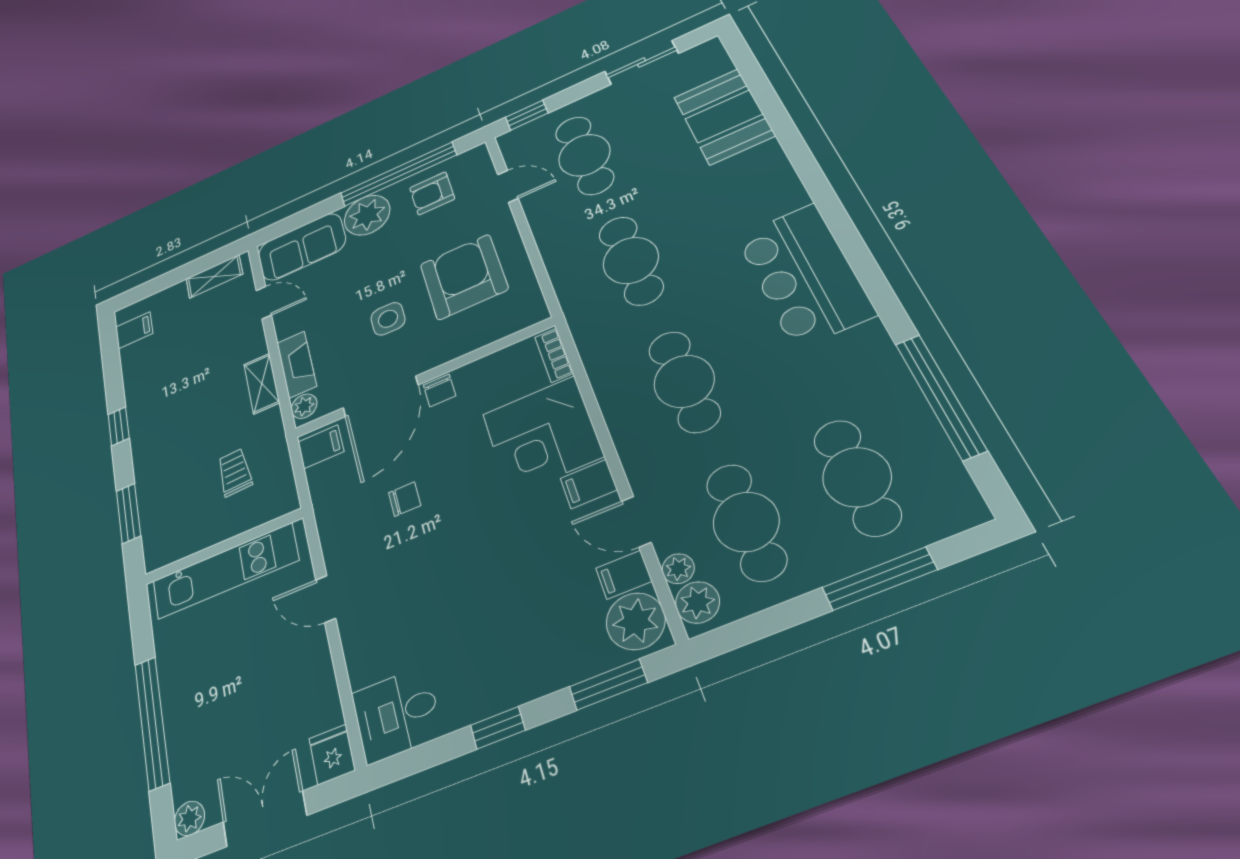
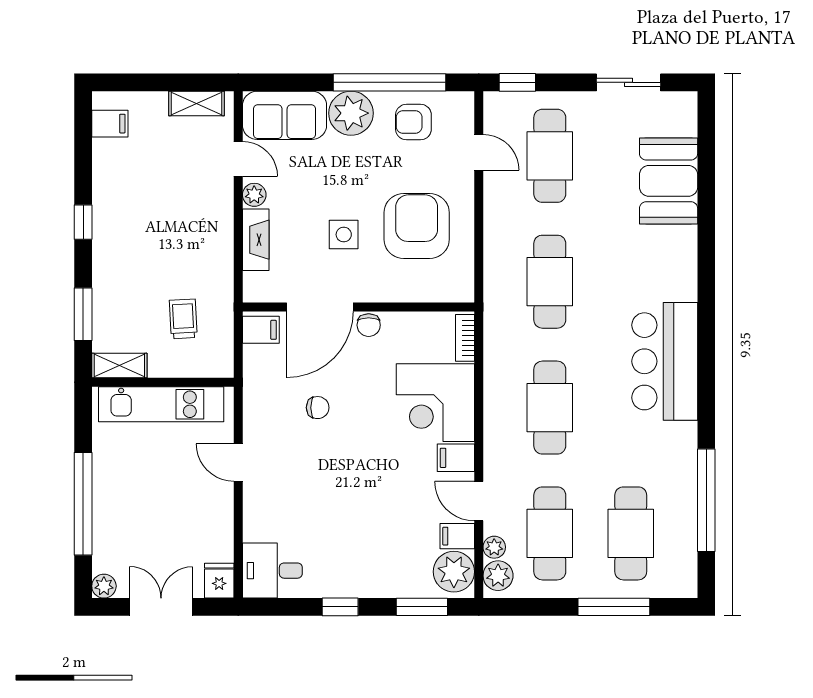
shelving: (262, 383) -> (119, 366), moved, turned 90
plant: (304, 406) -> (254, 195), moved

